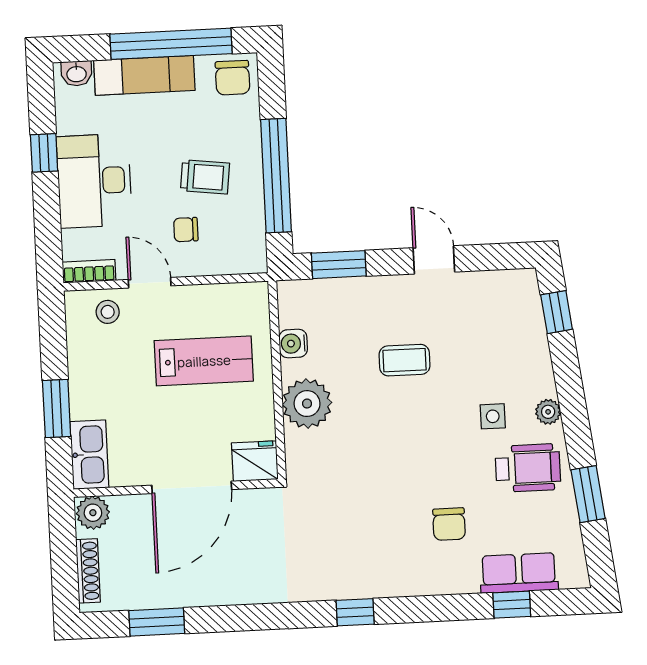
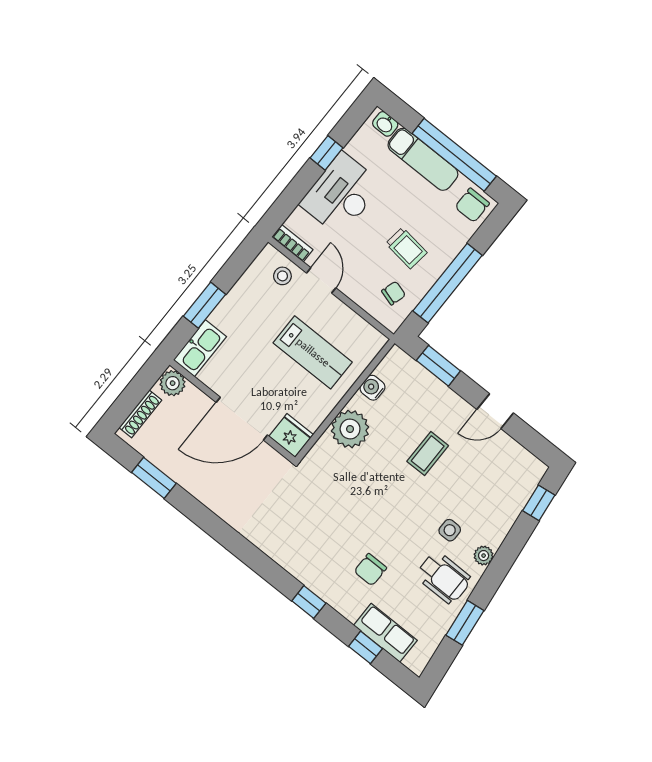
chair: (186, 230) -> (394, 293), moved, turned 107
door: (434, 260) -> (495, 411), swing flipped
coffee table: (405, 360) -> (428, 453), turned 90
window: (355, 612) -> (309, 602), moved

